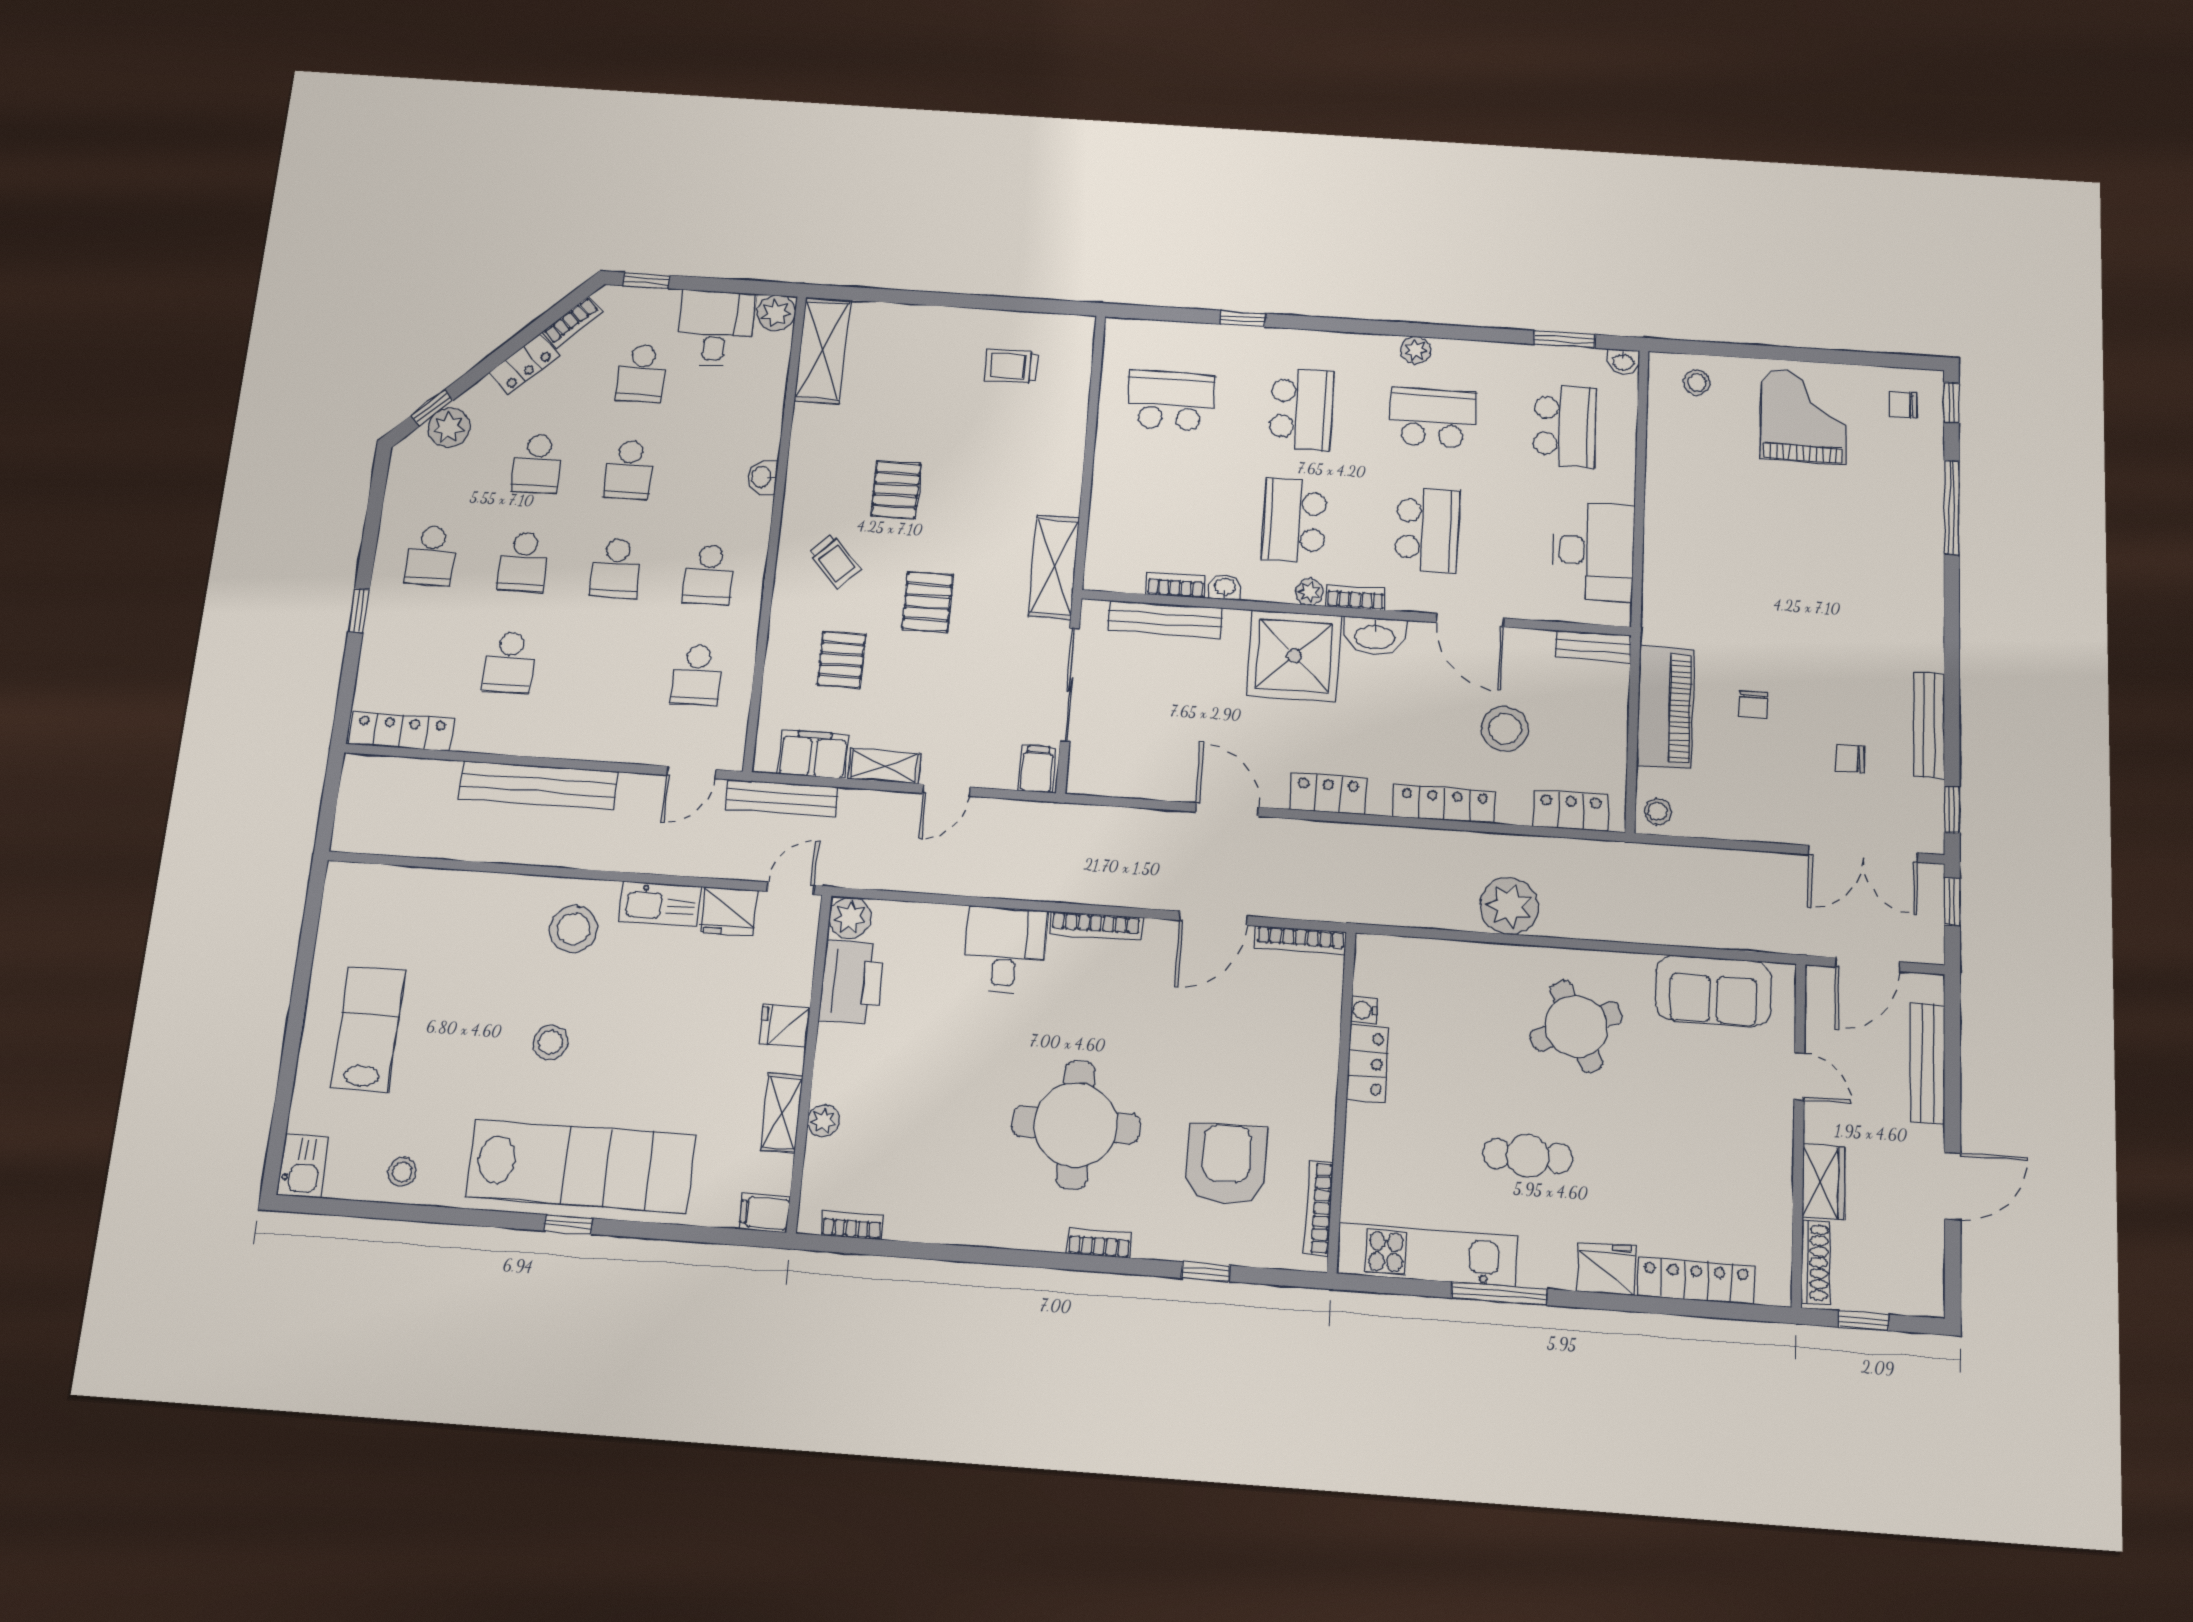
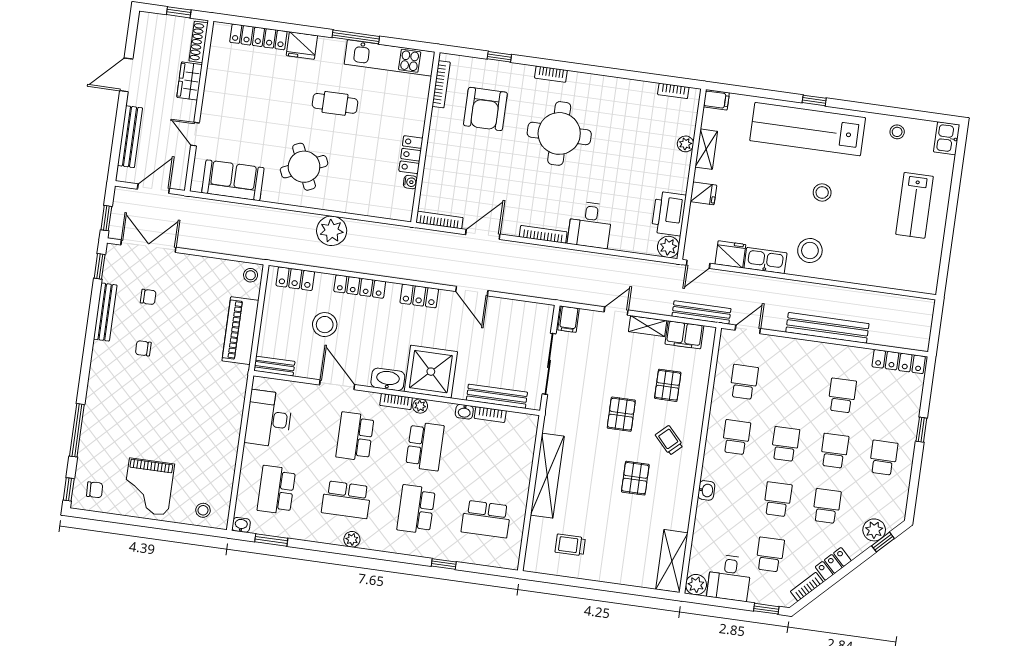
trolley: (1011, 366) -> (570, 545), turned 180
shelving: (1054, 567) -> (547, 476), moved, width x1.47
chair: (1754, 704) -> (143, 348), moved, turned -90

